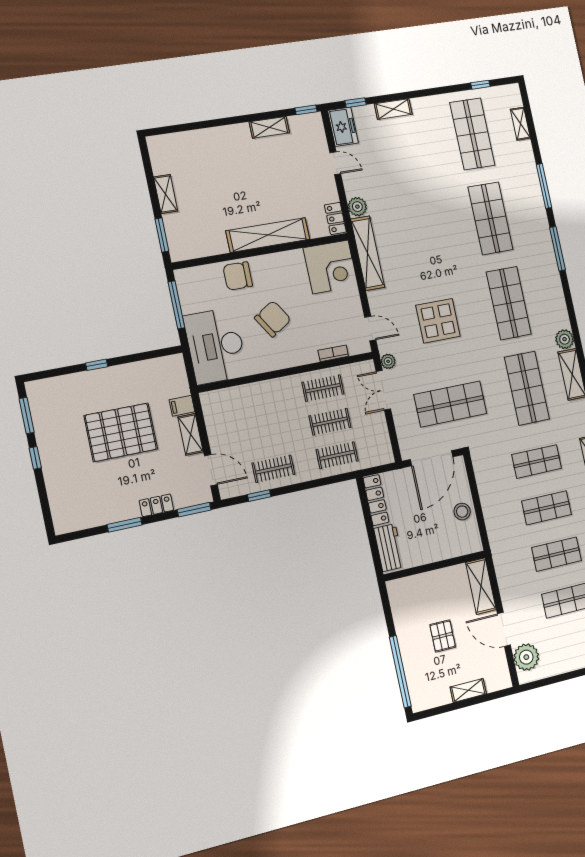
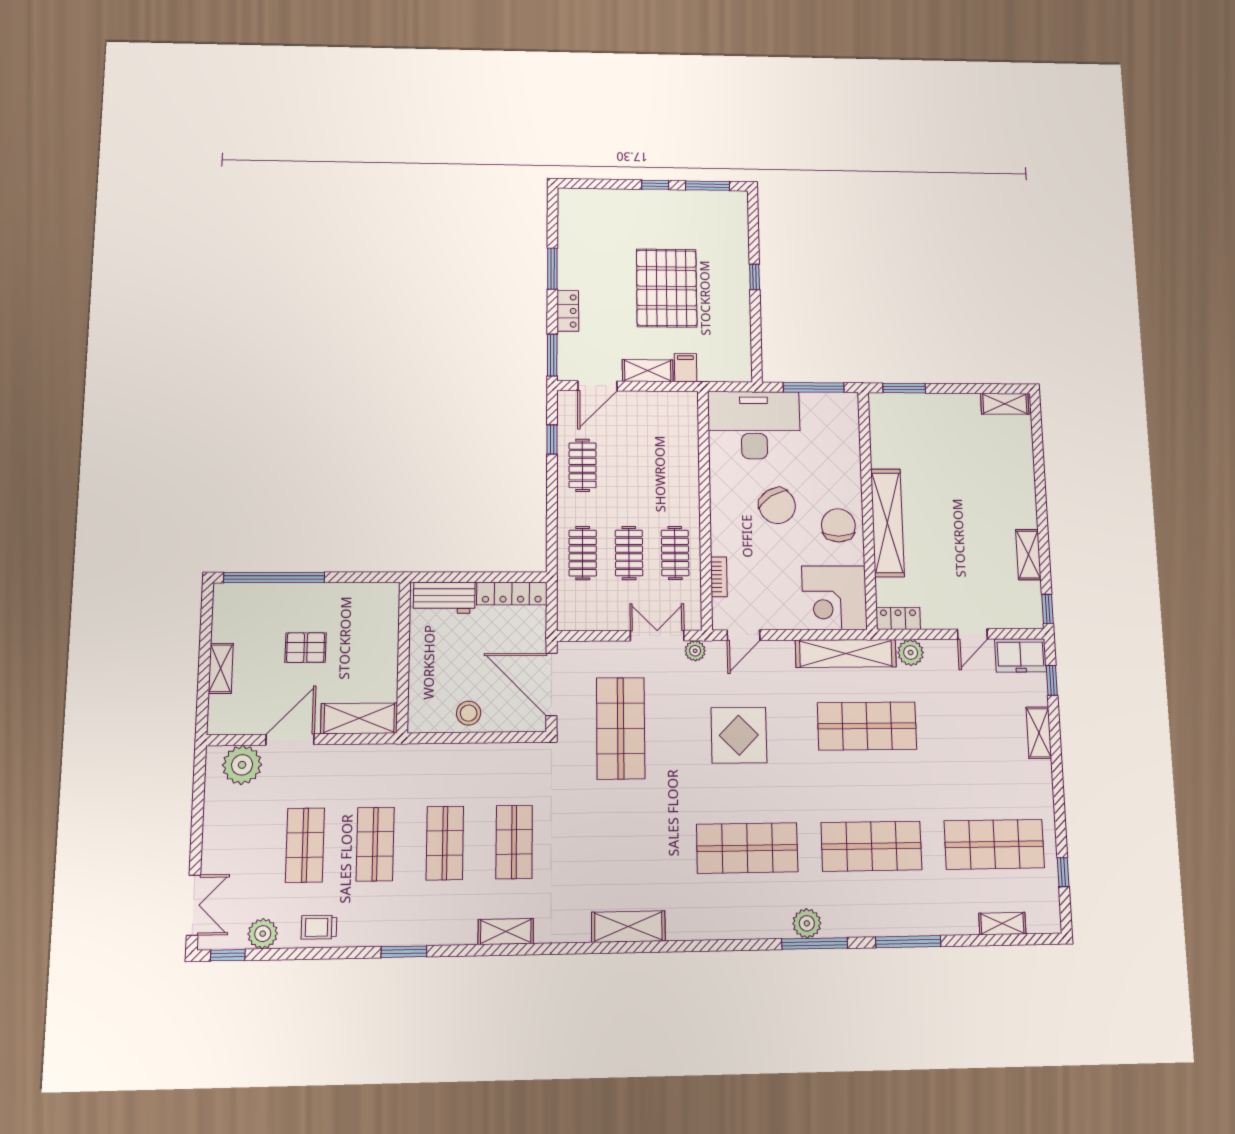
shelving: (166, 194) -> (1005, 404), moved
chair: (238, 276) -> (838, 525), moved
plant: (565, 339) -> (807, 923), moved
shop shelf: (527, 388) -> (867, 726), moved

